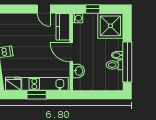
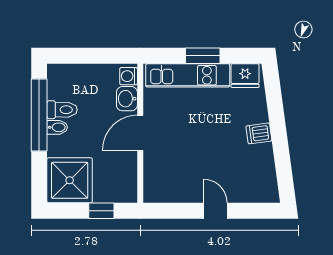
door: (44, 9) -> (215, 211), moved
washing machine: (78, 18) -> (129, 76), moved
kitchen counter: (63, 27) -> (155, 179), removed
door: (71, 52) -> (140, 133), swing flipped

